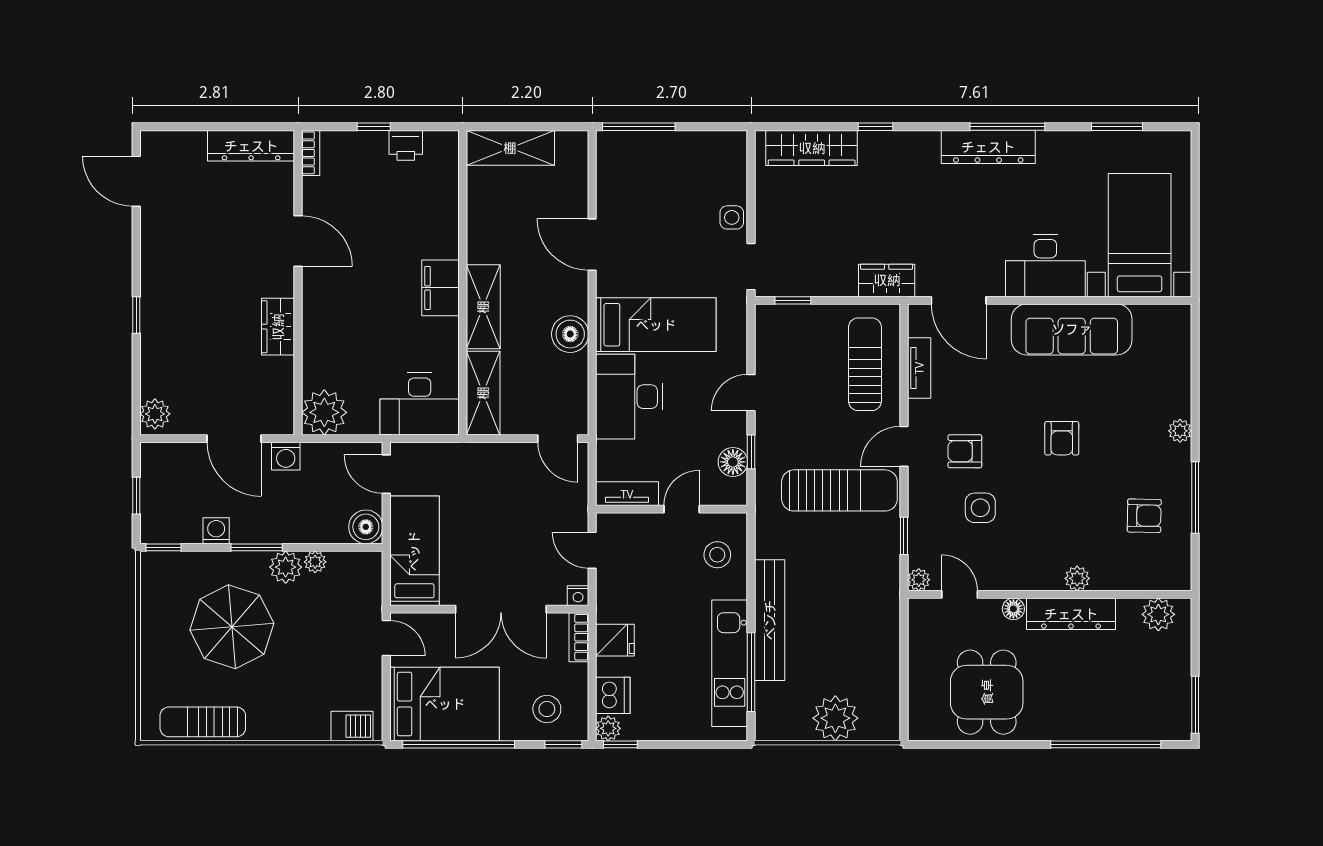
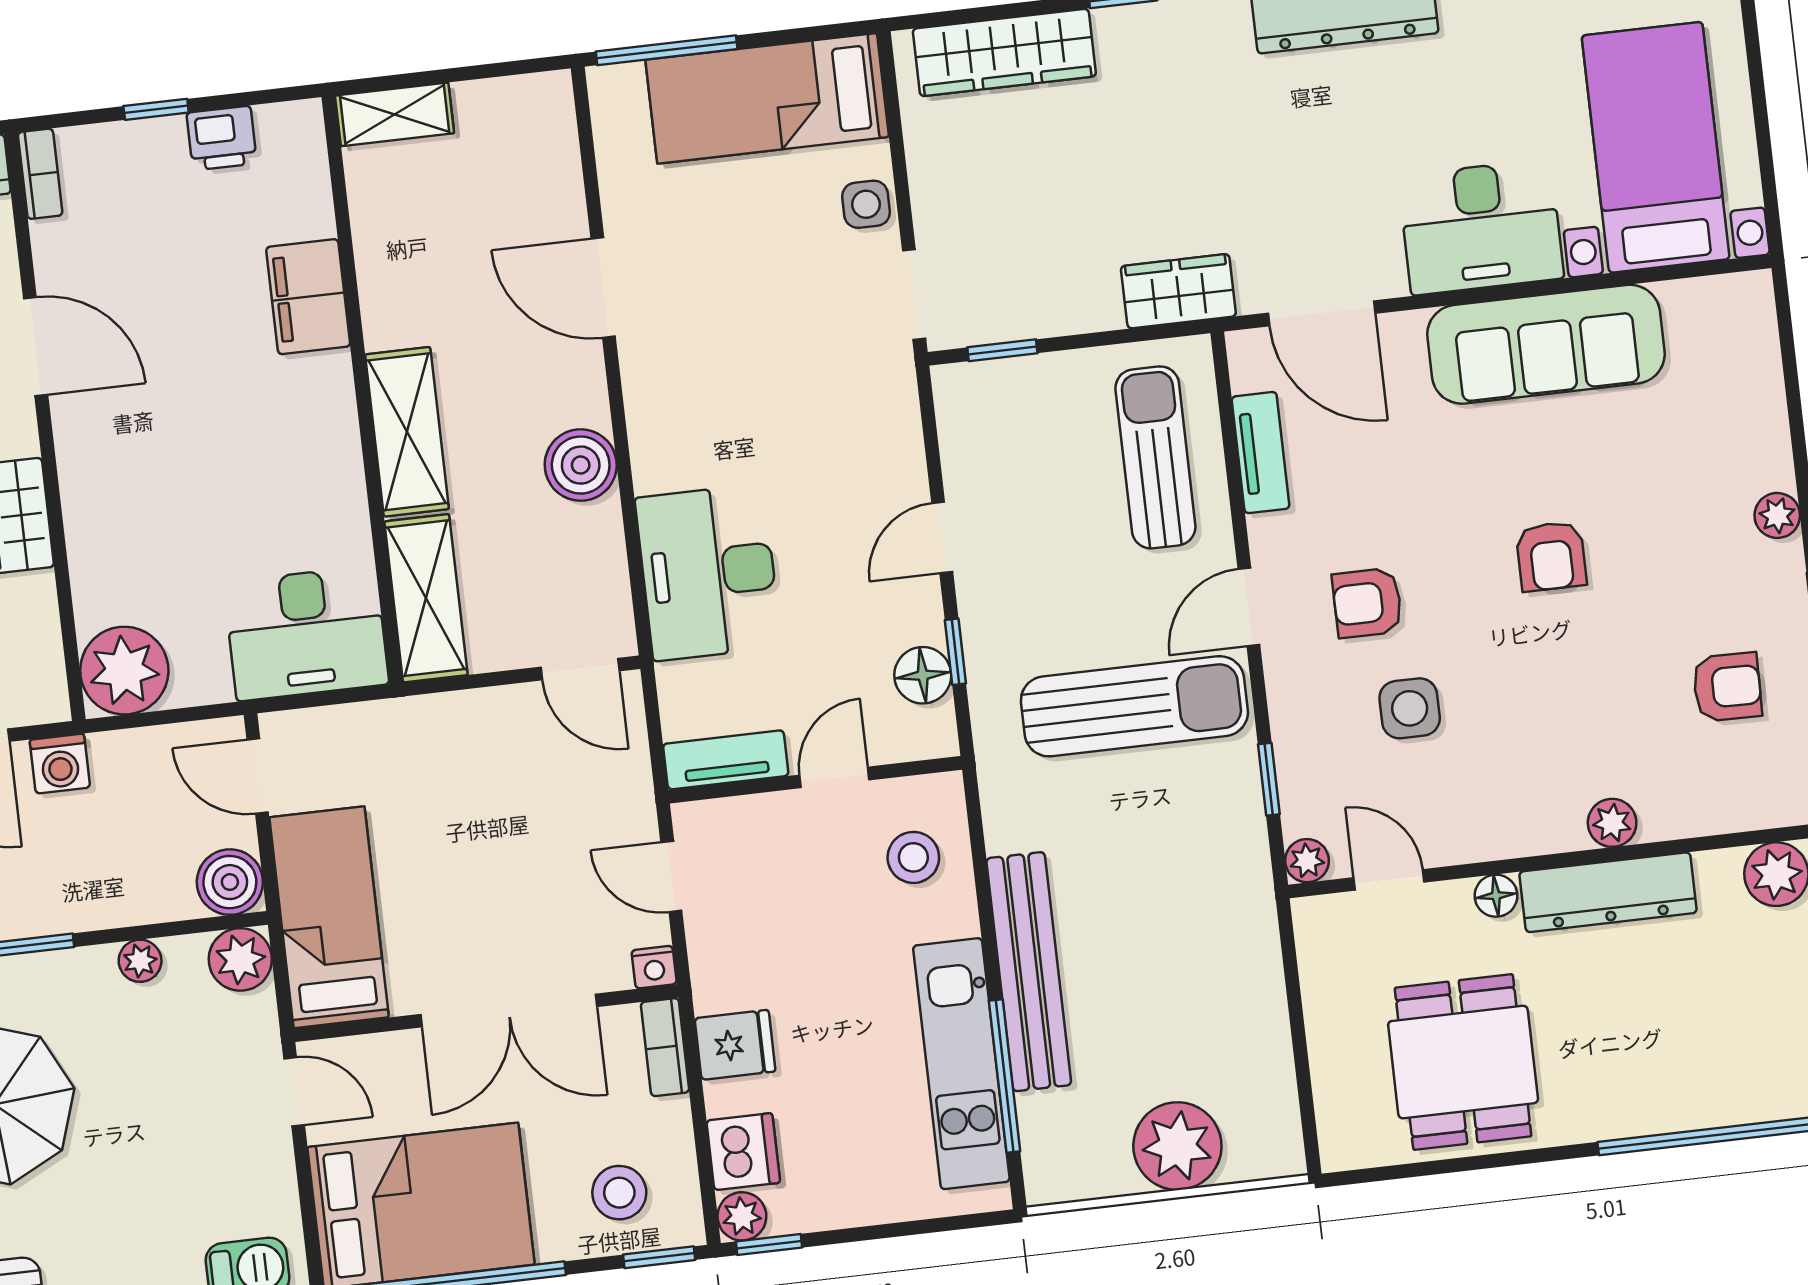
shelving: (510, 148) -> (395, 114), width x0.67, depth x0.75
filing cabinet: (441, 288) -> (308, 297), moved
bed: (656, 325) -> (767, 98), moved, turned 180
plant: (286, 567) -> (240, 959), moved

